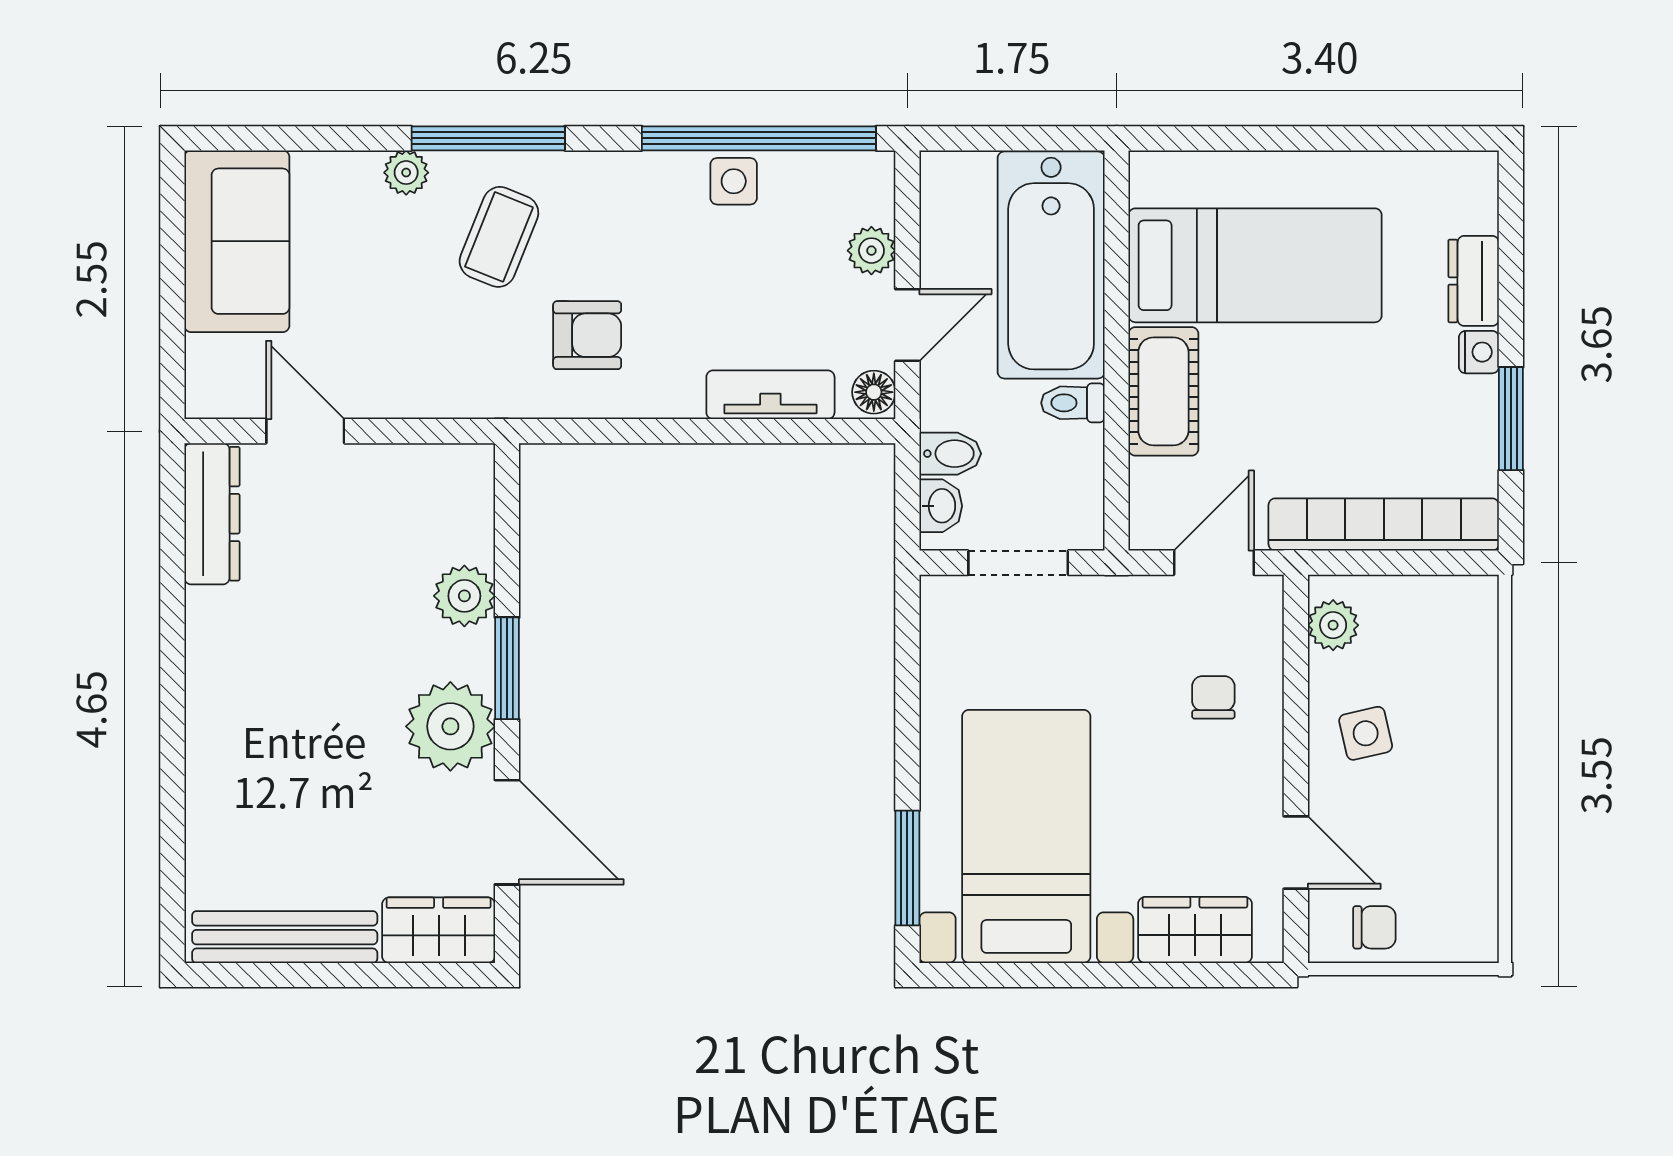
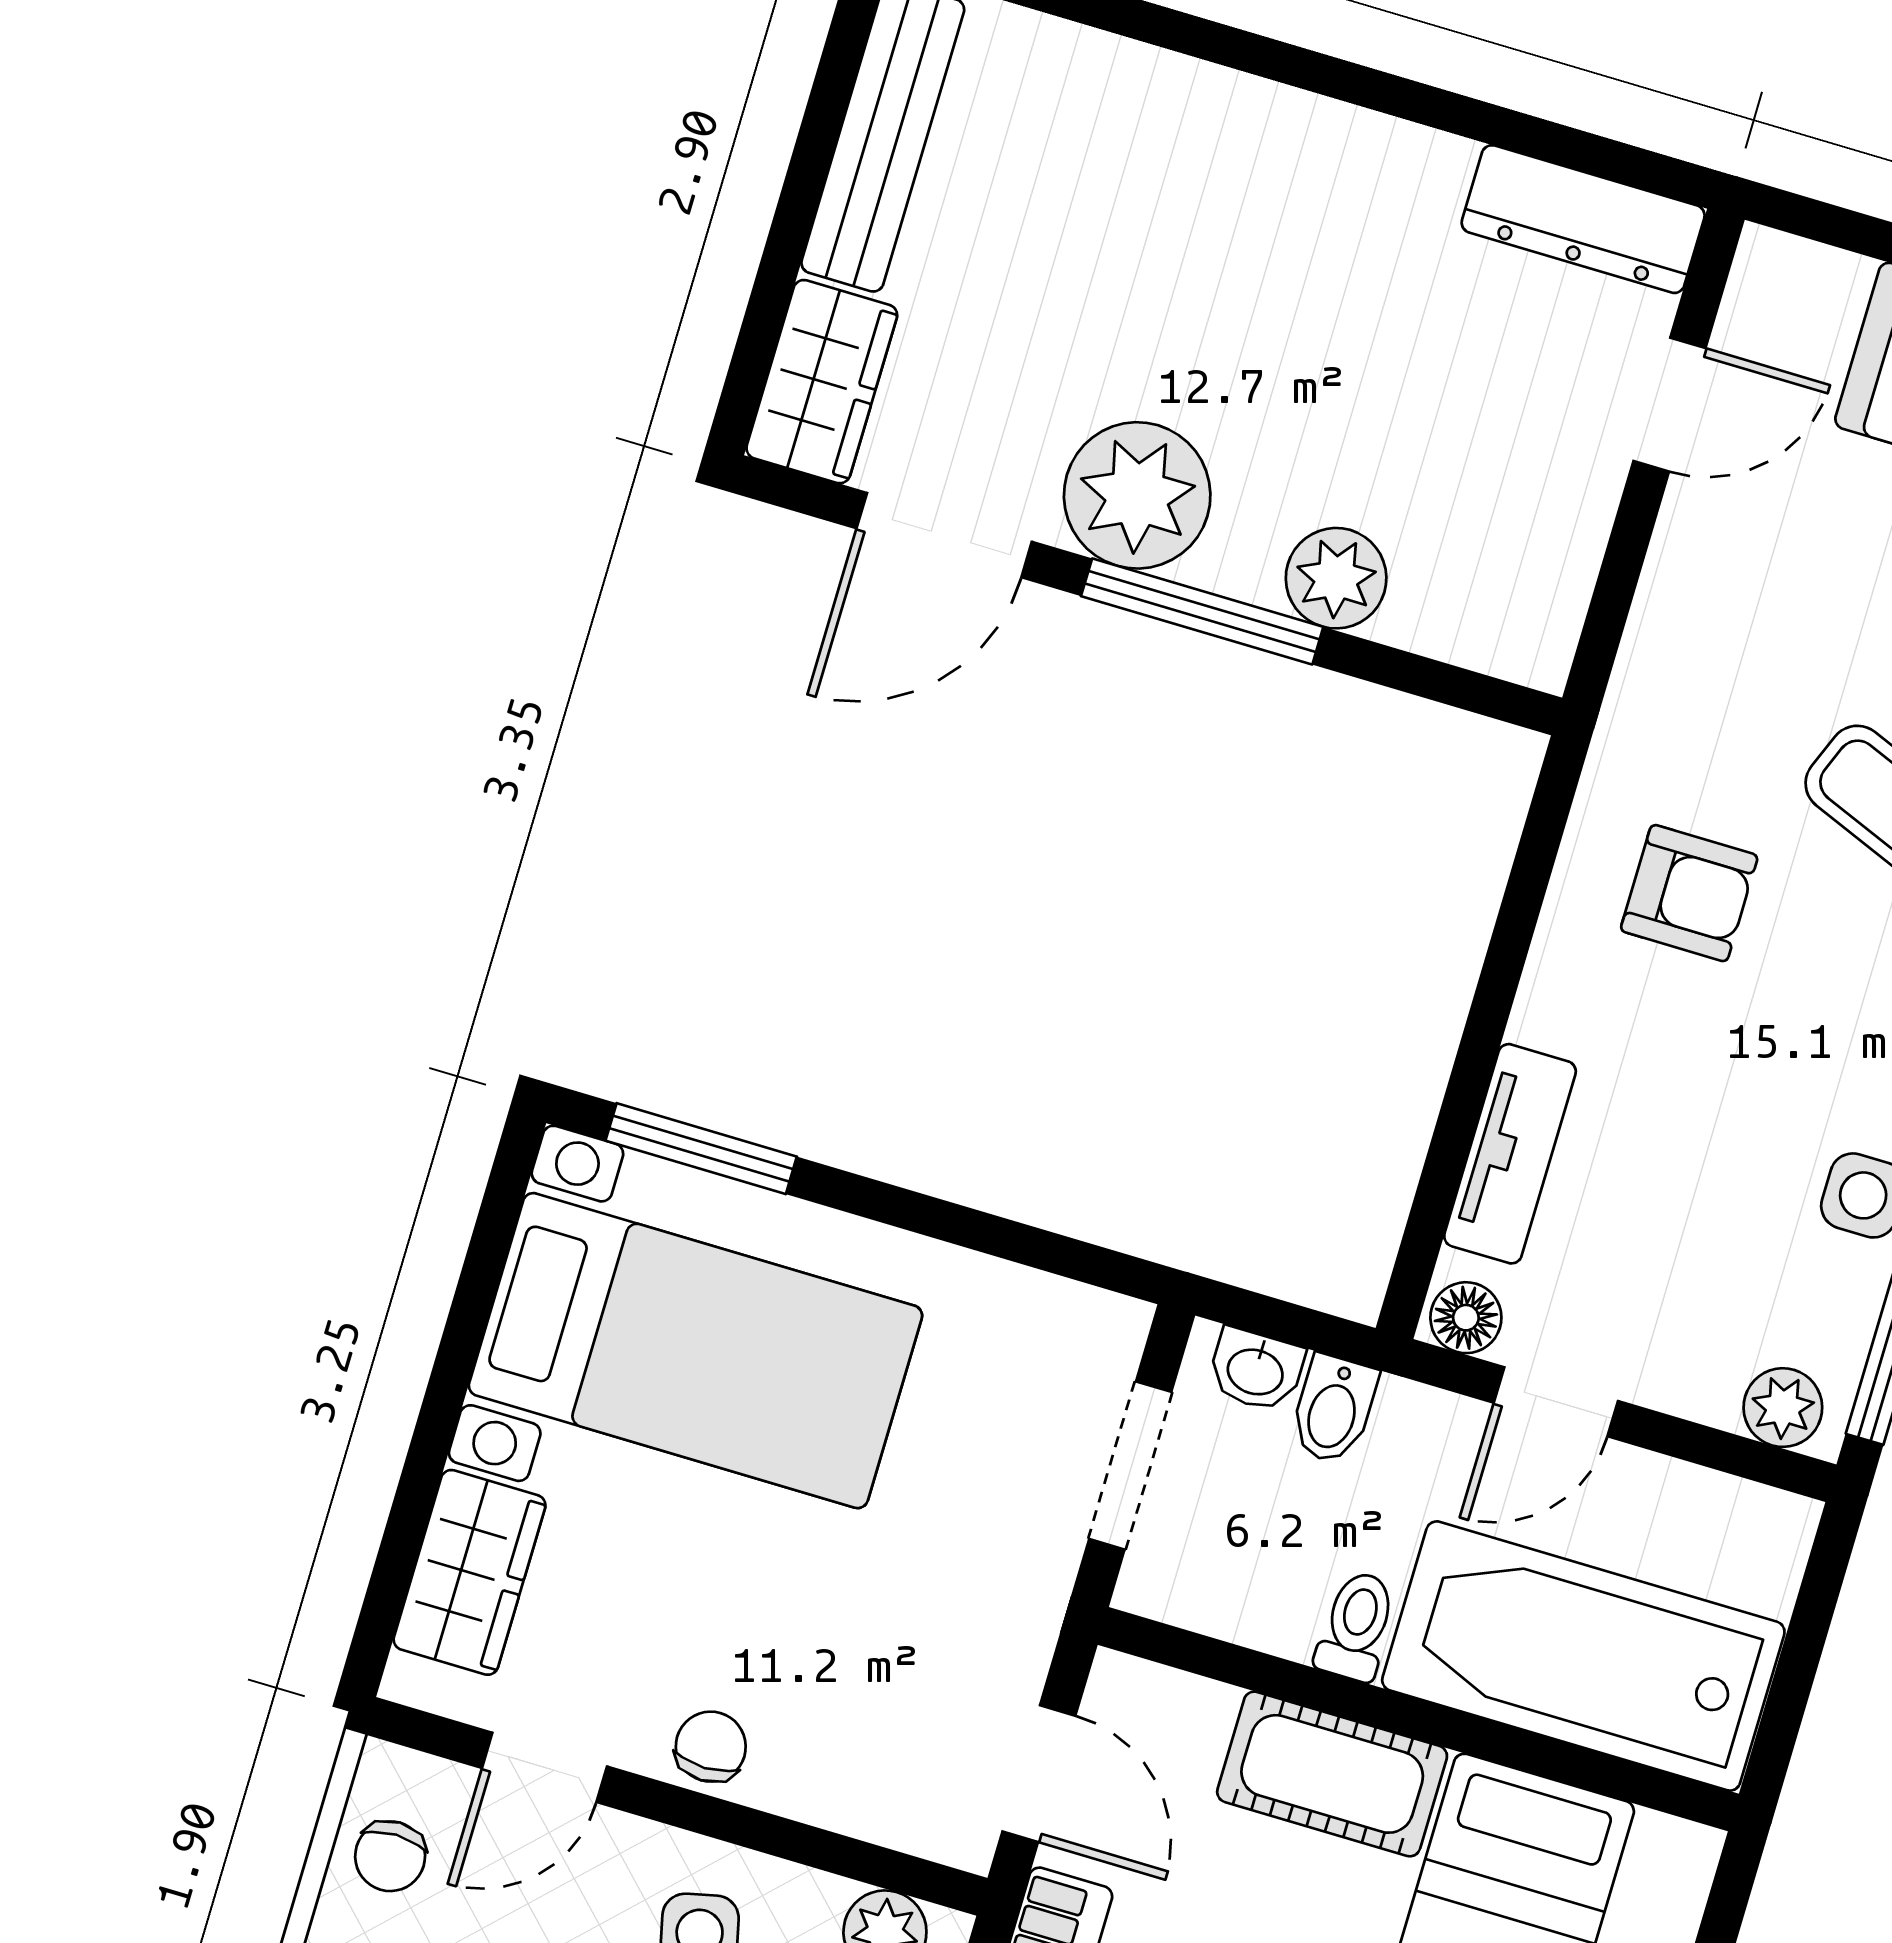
plant: (871, 251) -> (1783, 1408), moved
door: (907, 325) -> (1556, 1402), hinge flipped
armchair: (587, 335) -> (1689, 893), turned -90
window: (507, 668) -> (1202, 611), width x1.44
chair: (1213, 697) -> (711, 1747), moved, turned -90

